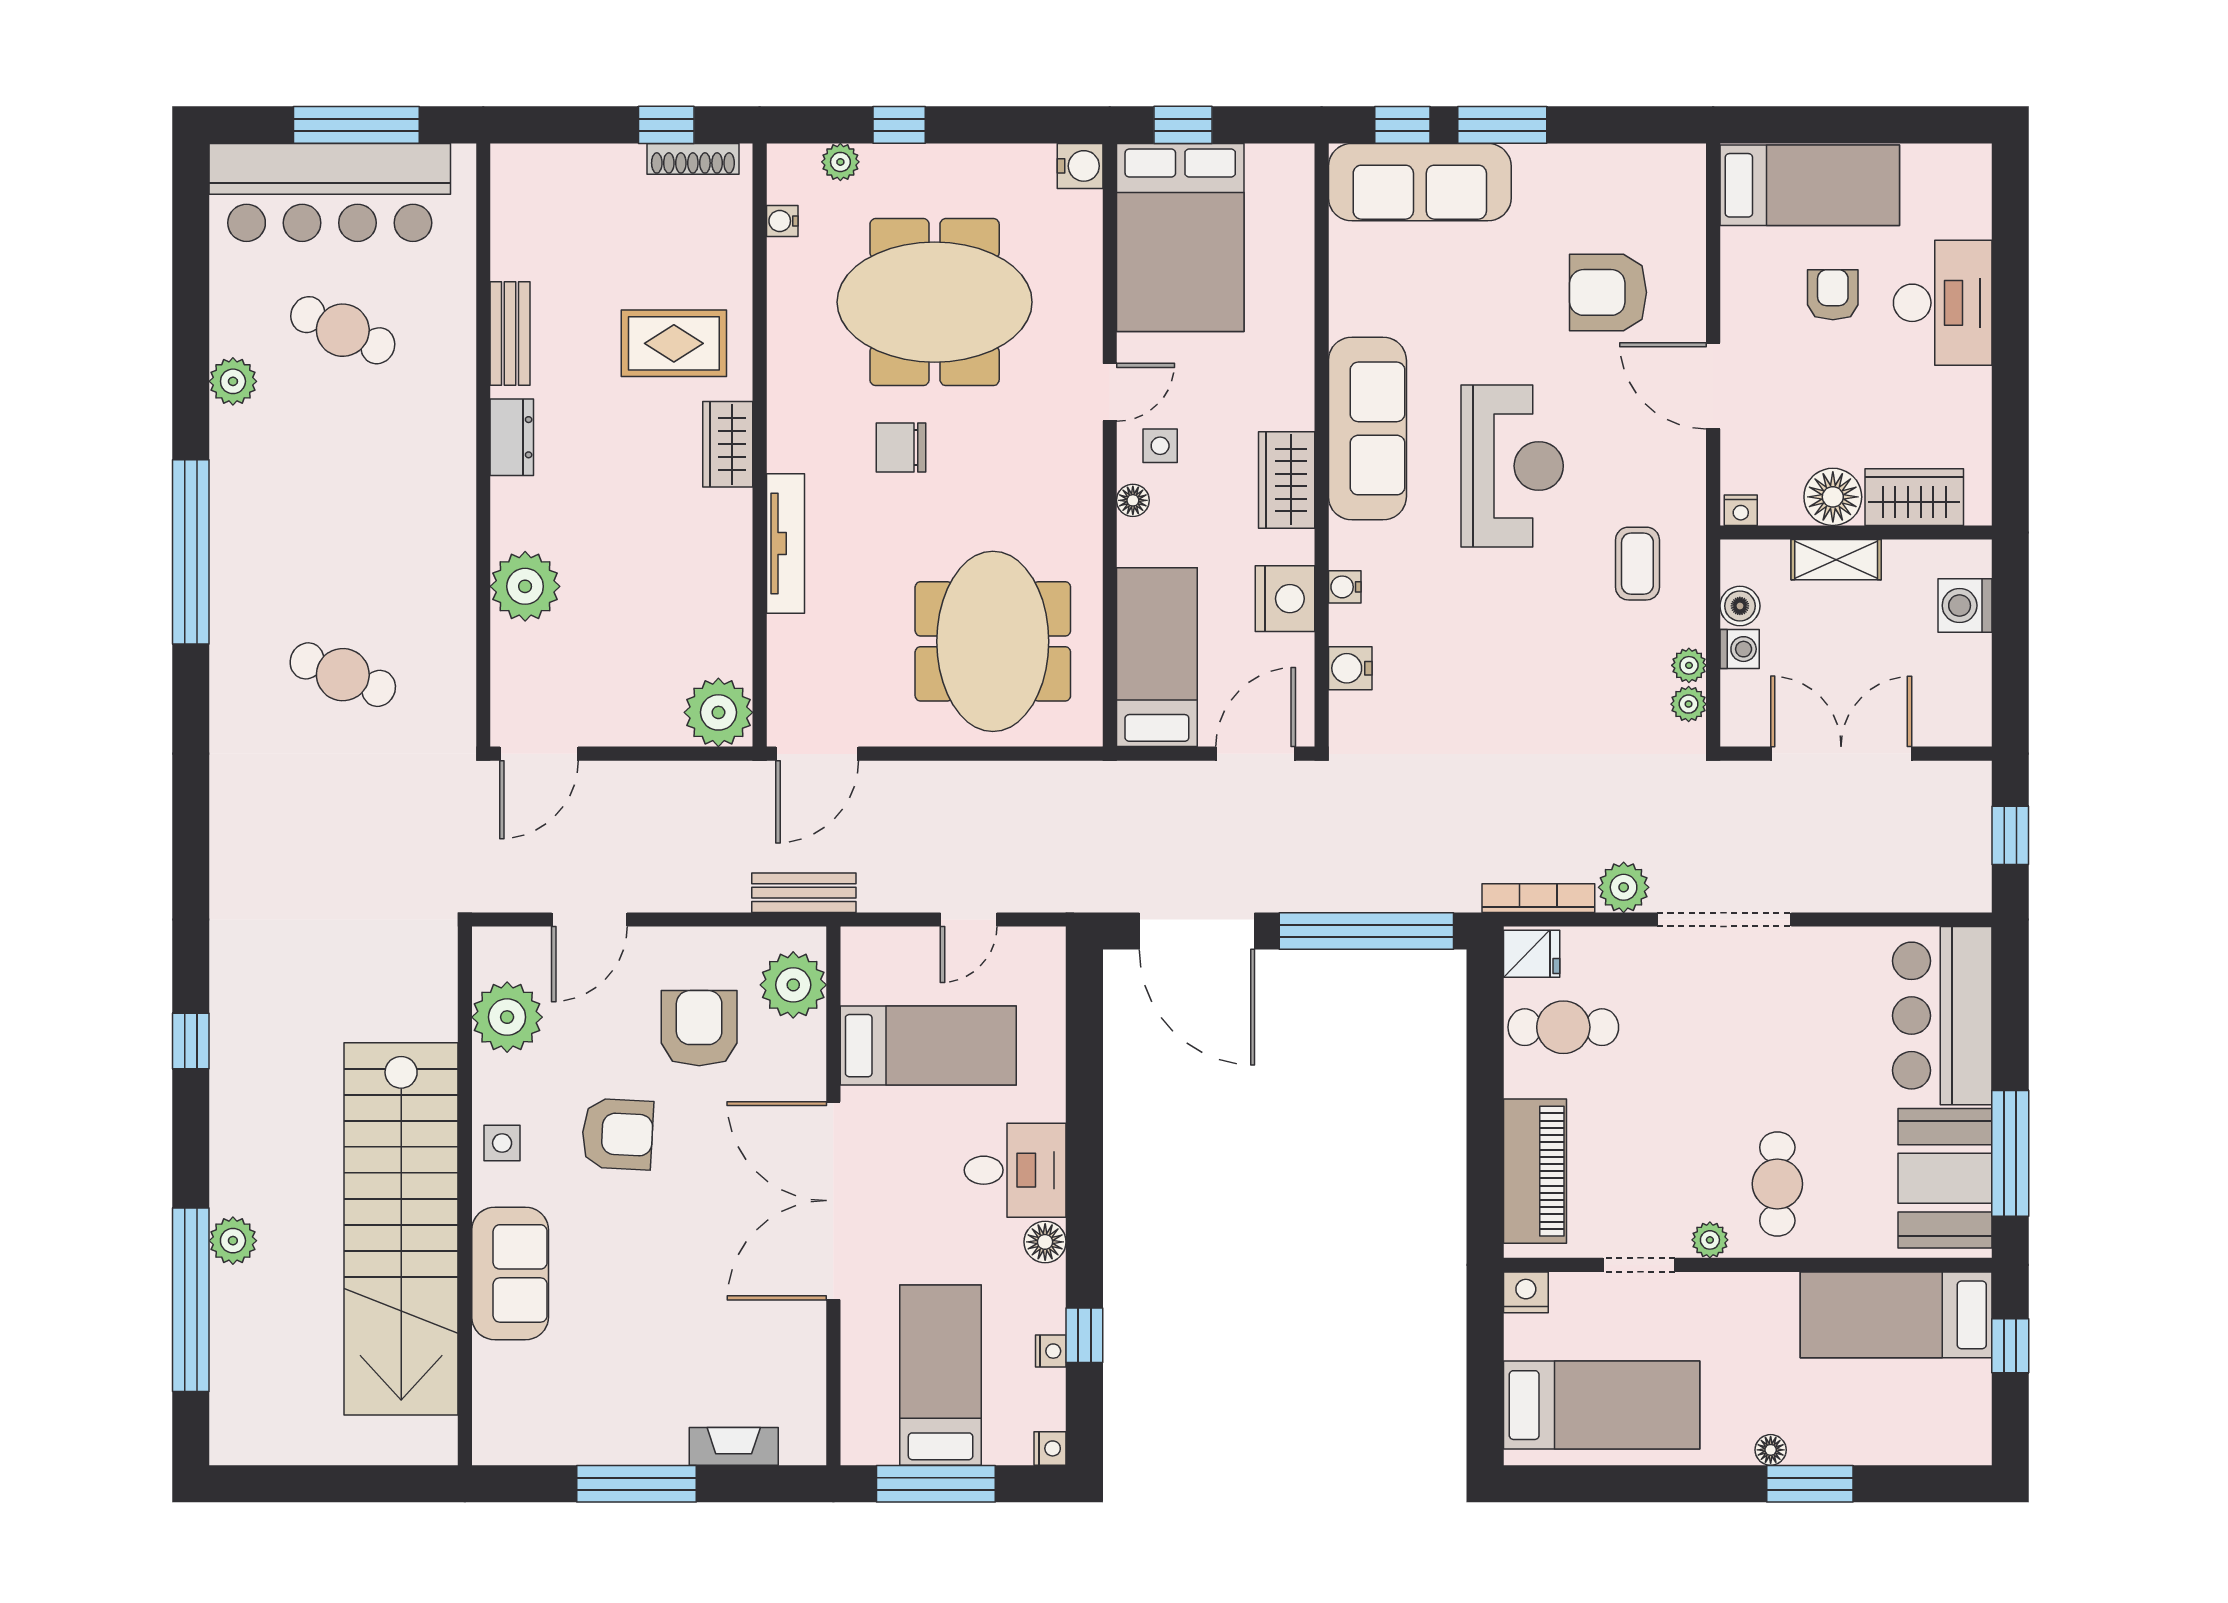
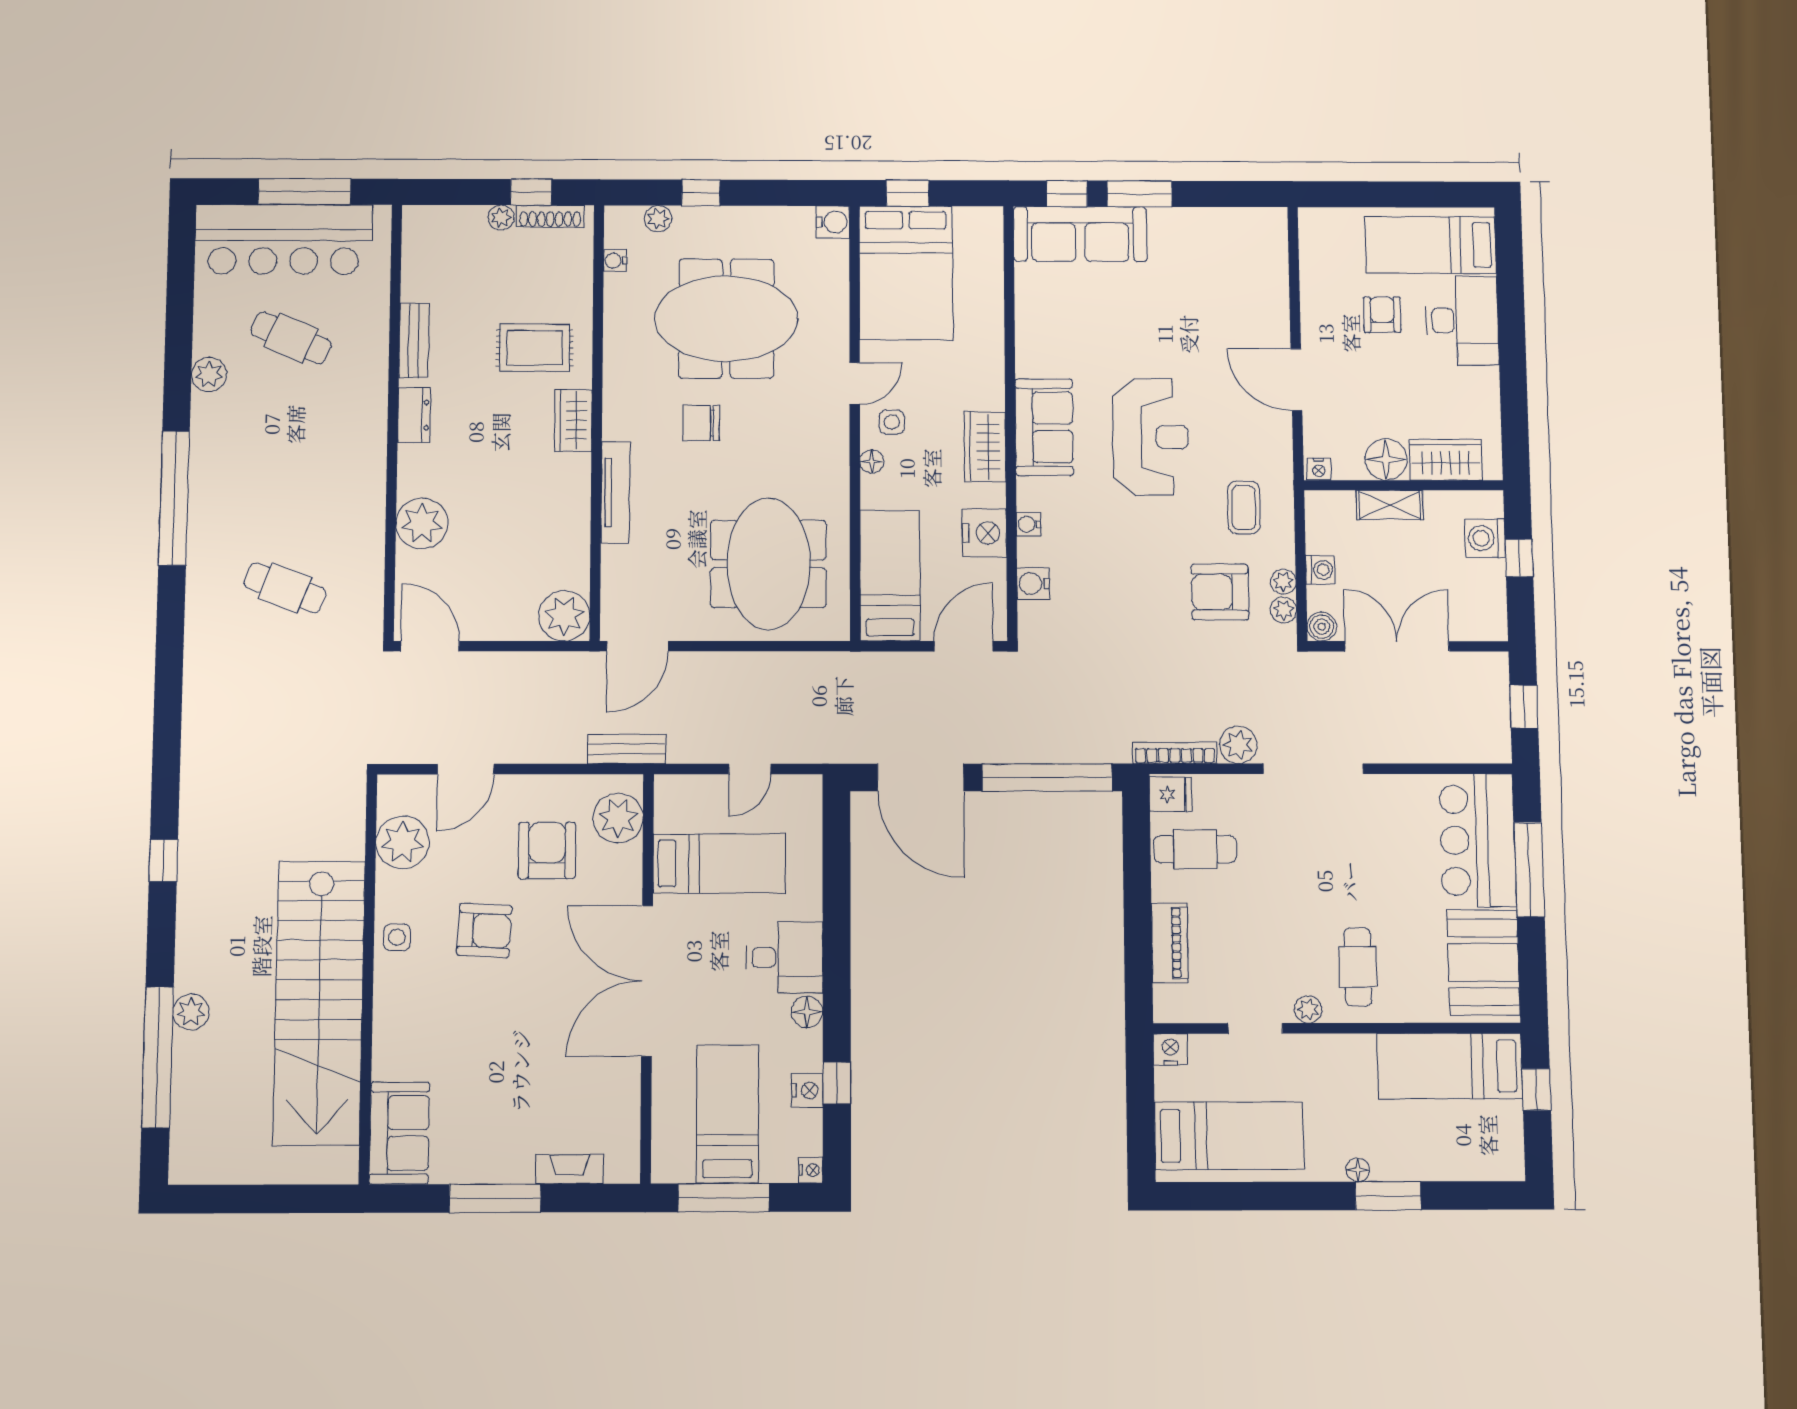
plant: (626, 161) -> (501, 218), added
bed: (1810, 185) -> (1431, 245), moved, turned 180
armchair: (1608, 292) -> (1220, 592), moved
sofa: (1367, 428) -> (1044, 427), width x0.73
boiler: (1740, 606) -> (1322, 627), moved
window: (2010, 633) -> (1519, 558), added
door: (539, 754) -> (430, 646), swing flipped
window: (2010, 1153) -> (1529, 870), moved
piano: (1535, 1171) -> (1170, 943), width x0.73, depth x0.75
sofa: (510, 1273) -> (399, 1133), moved
nightstand: (1051, 1351) -> (807, 1090), width x1.39, depth x1.35

